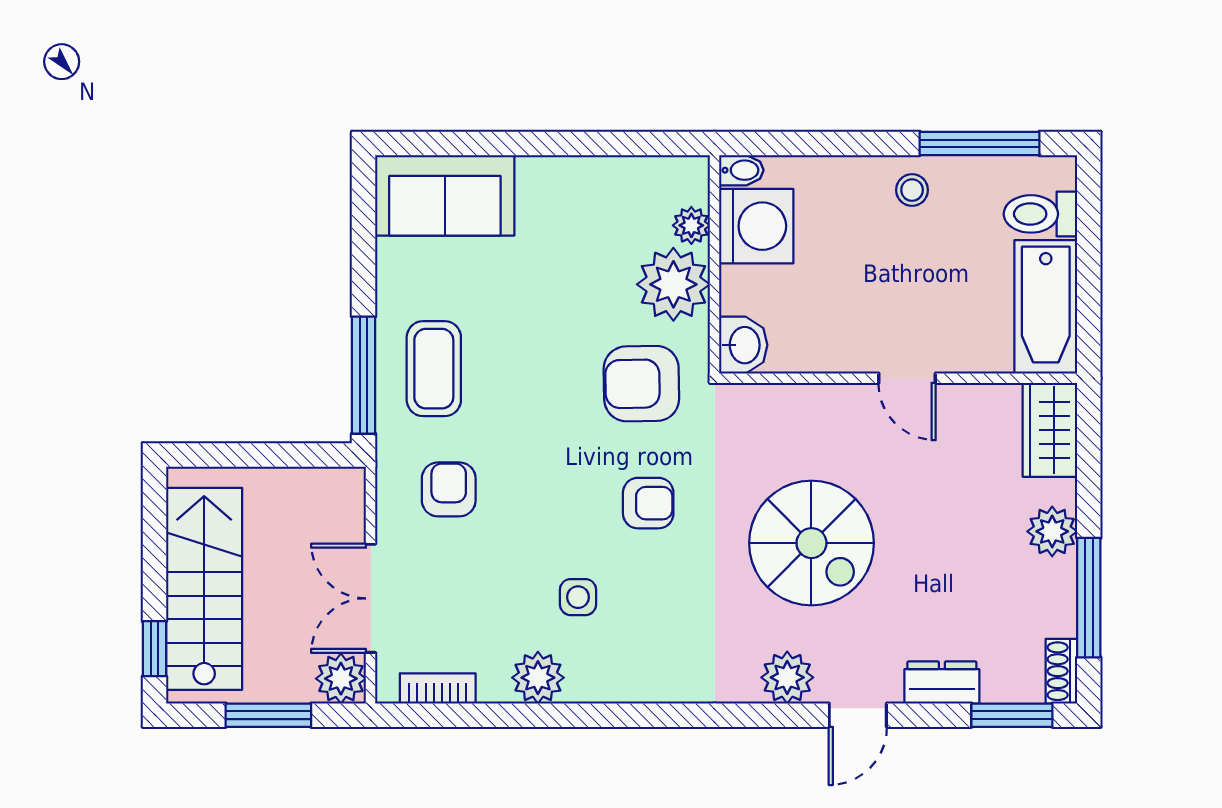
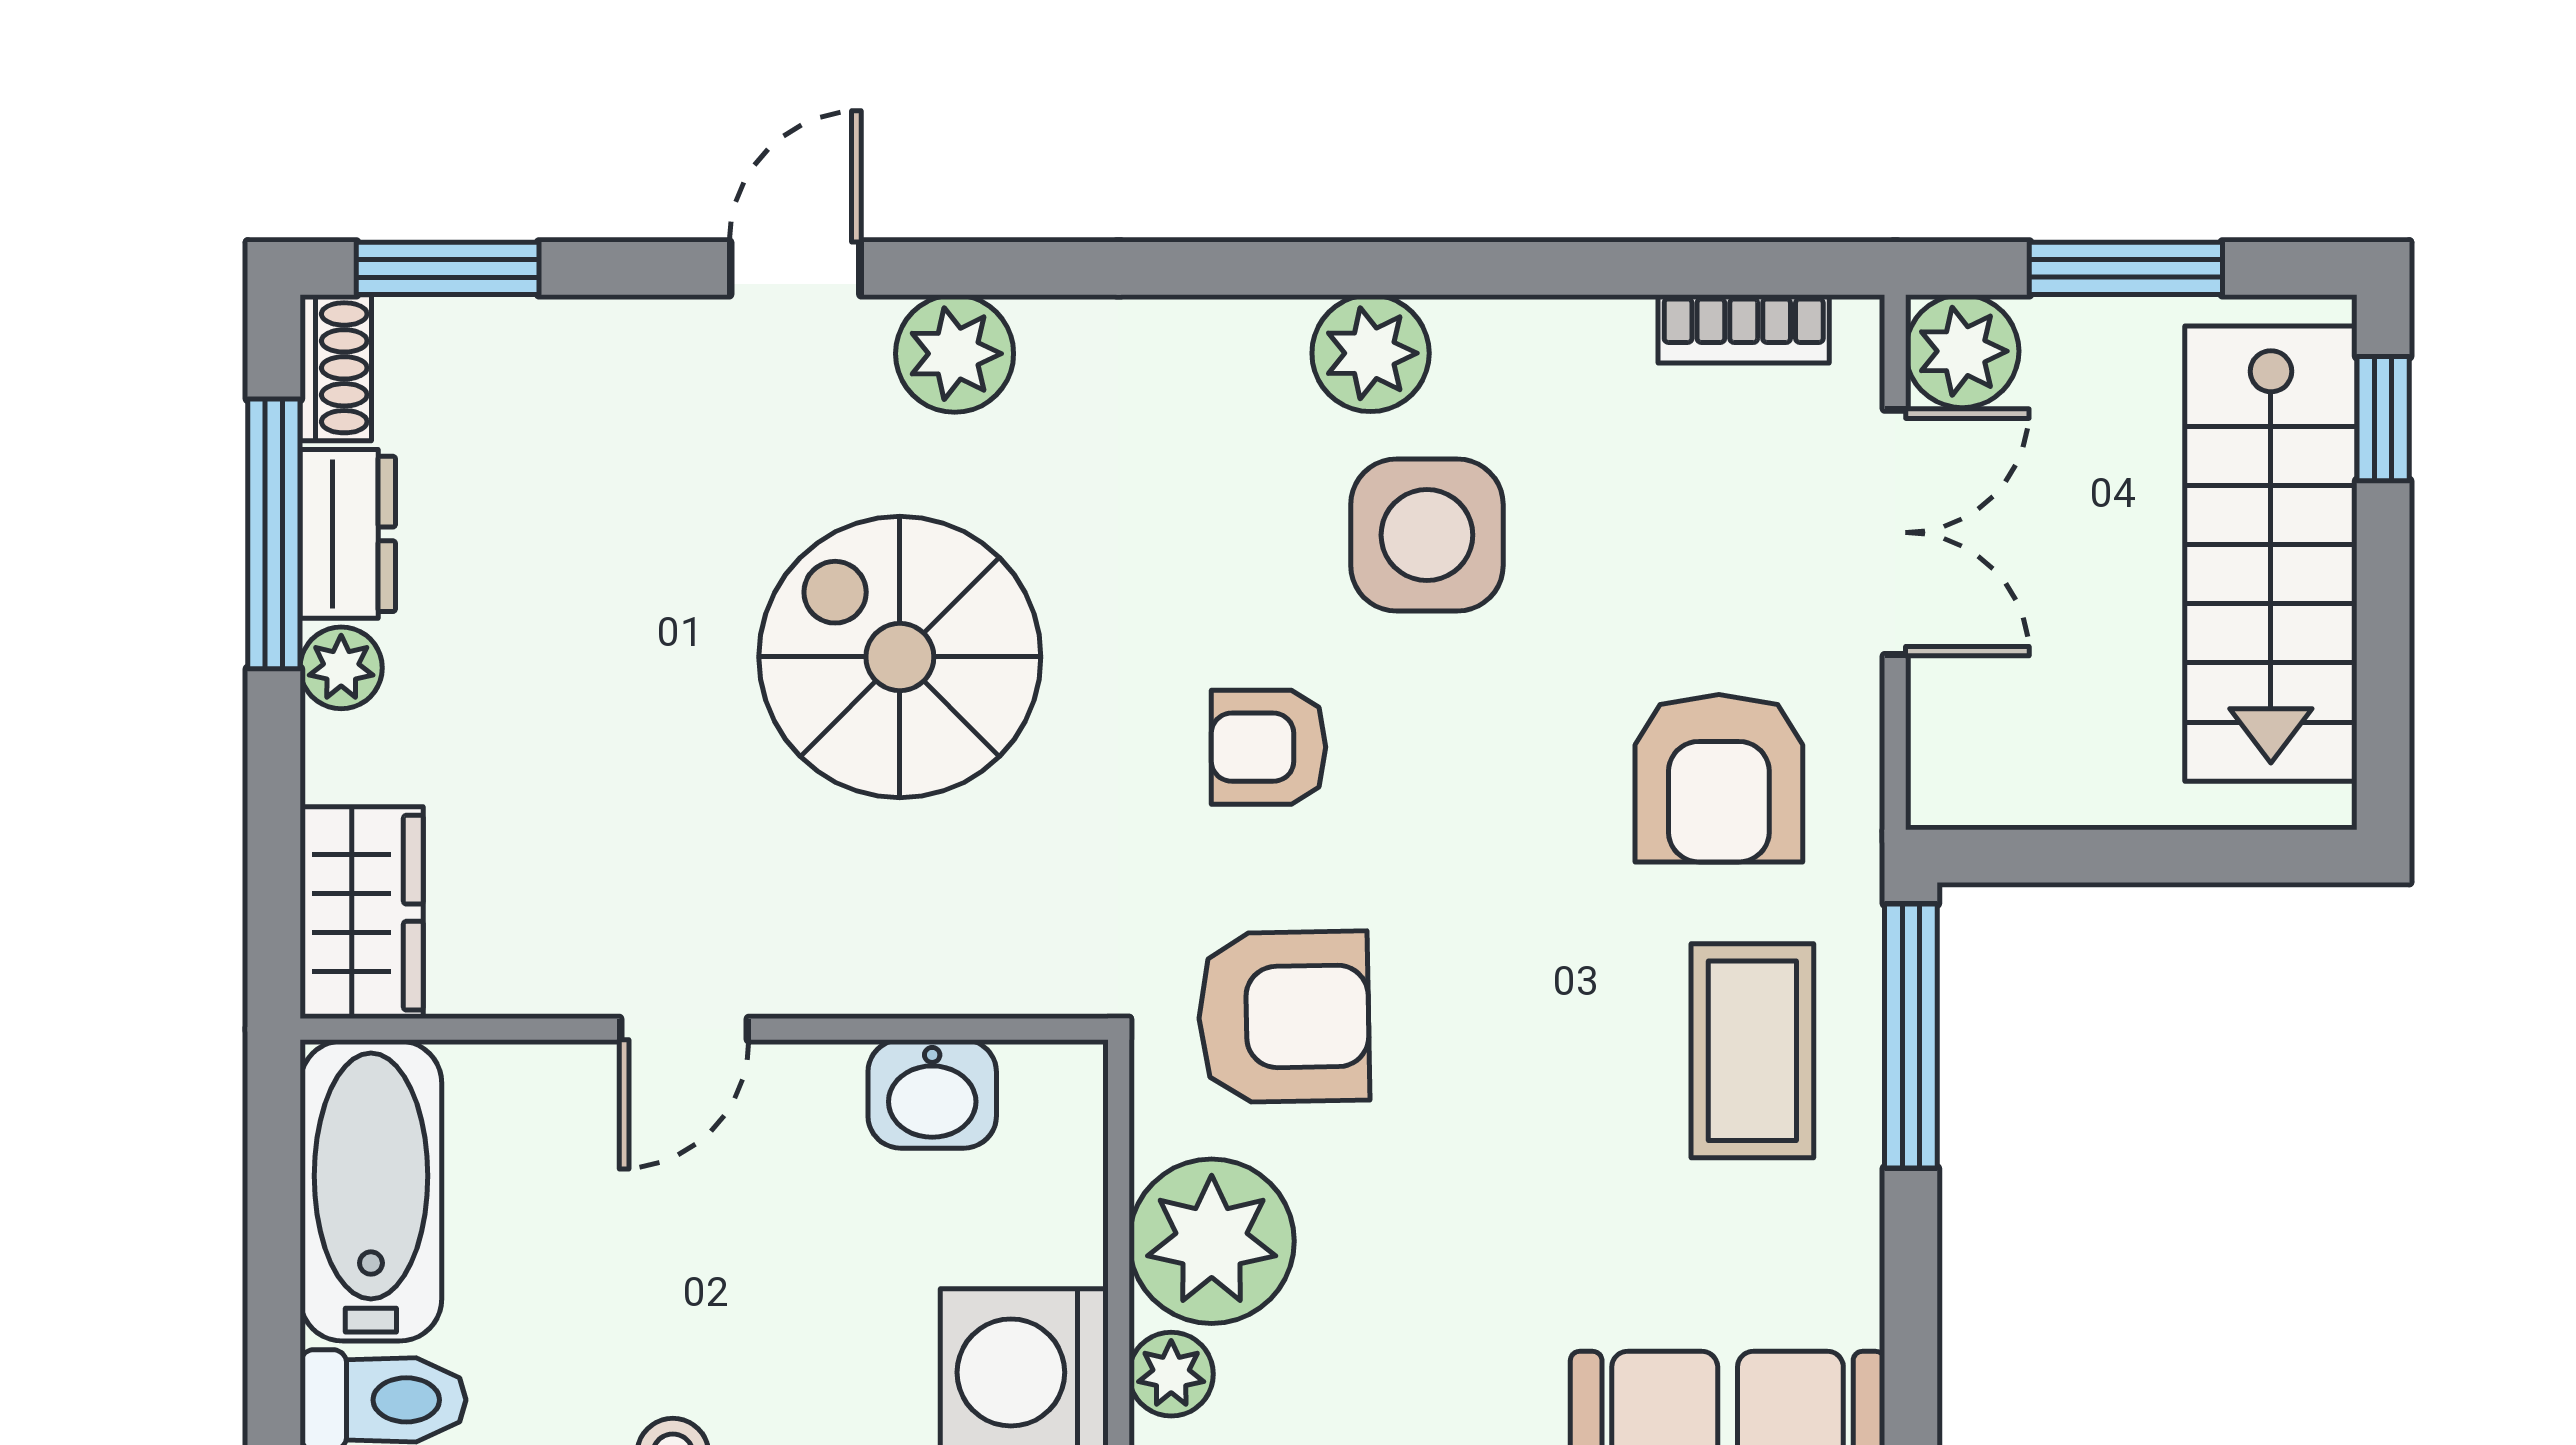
washbasin: (743, 345) -> (932, 1094), moved, turned -90
door: (907, 378) -> (684, 1029), swing flipped
armchair: (449, 489) -> (1719, 778), width x1.38, depth x1.38
plant: (1052, 531) -> (341, 668), width x0.73, depth x0.73
side table: (578, 597) -> (1427, 535), width x1.87, depth x1.87
plant: (538, 678) -> (1371, 353), moved
dresser: (942, 683) -> (348, 534), moved, turned -90

